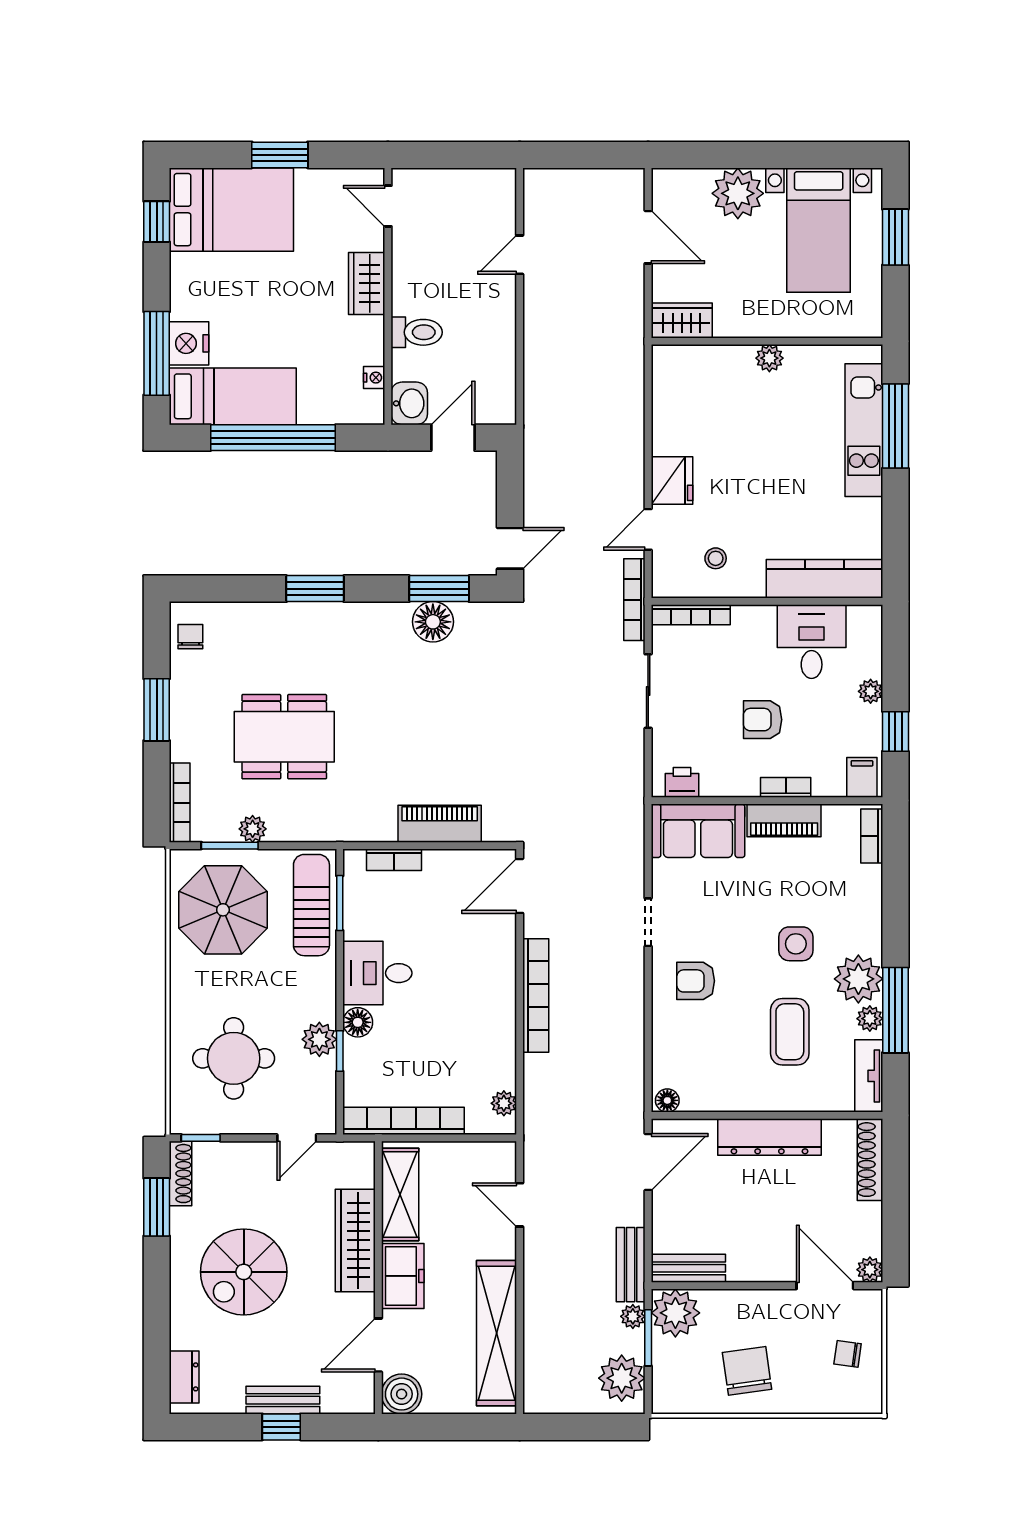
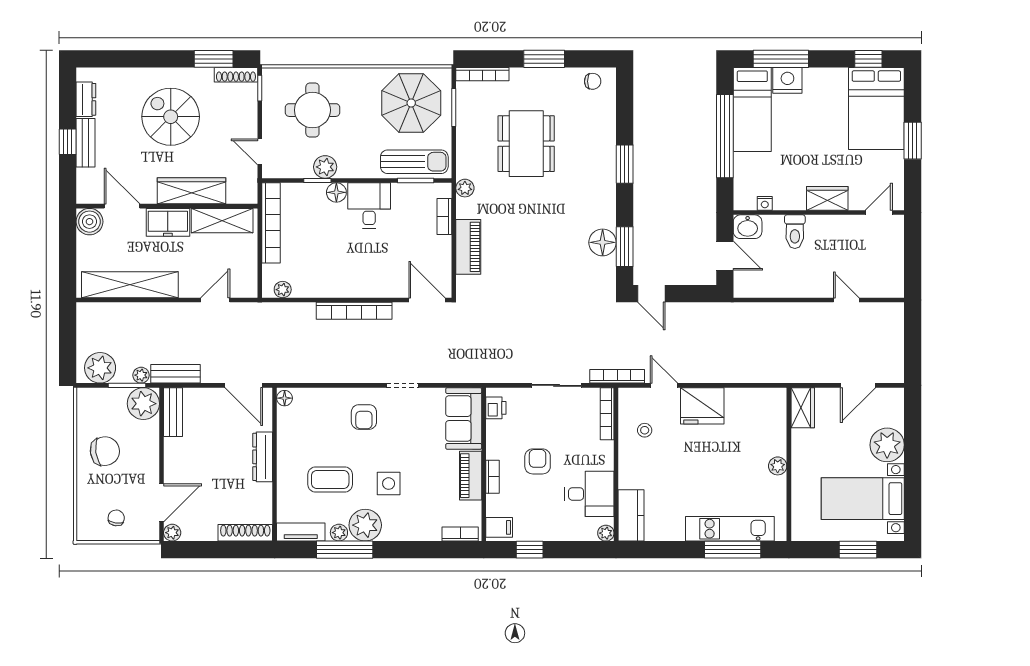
fridge: (672, 480) -> (702, 406), width x1.36, depth x1.34
kitchen counter: (824, 579) -> (631, 515), width x0.67
plant: (871, 691) -> (606, 533), moved
plant: (253, 829) -> (465, 188), moved
armchair: (696, 981) -> (364, 417), turned 180
dresser: (769, 1137) -> (263, 457), width x0.73, depth x0.80
dresser: (184, 1377) -> (86, 99), moved, turned -90

